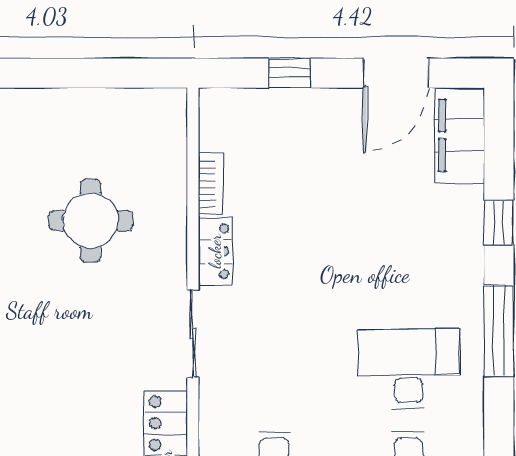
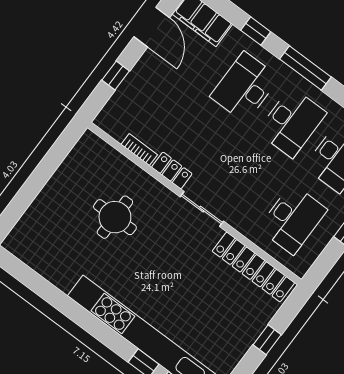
desk: (409, 266) -> (245, 87), added
desk: (409, 369) -> (292, 122), turned 180

